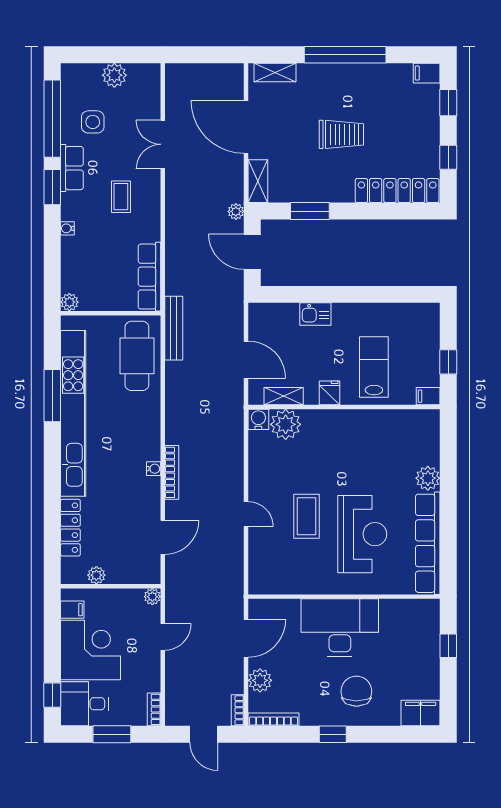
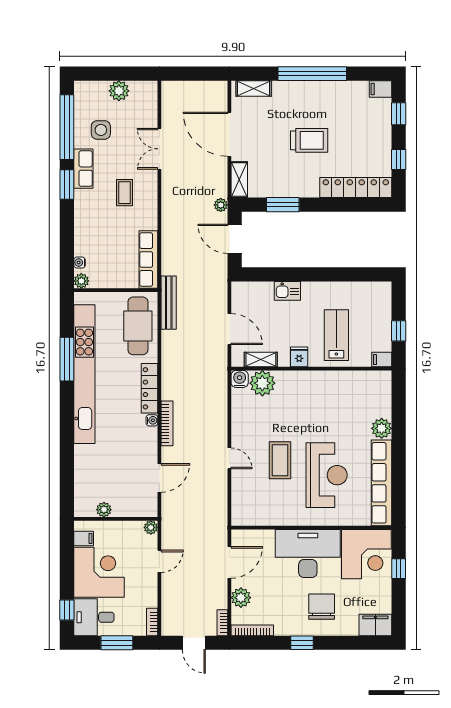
water cooler: (67, 228) -> (80, 263), moved
locker: (70, 528) -> (149, 388), moved, turned 180
corner desk: (410, 628) -> (366, 554), added

